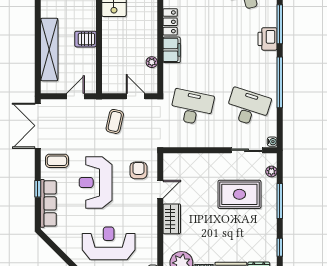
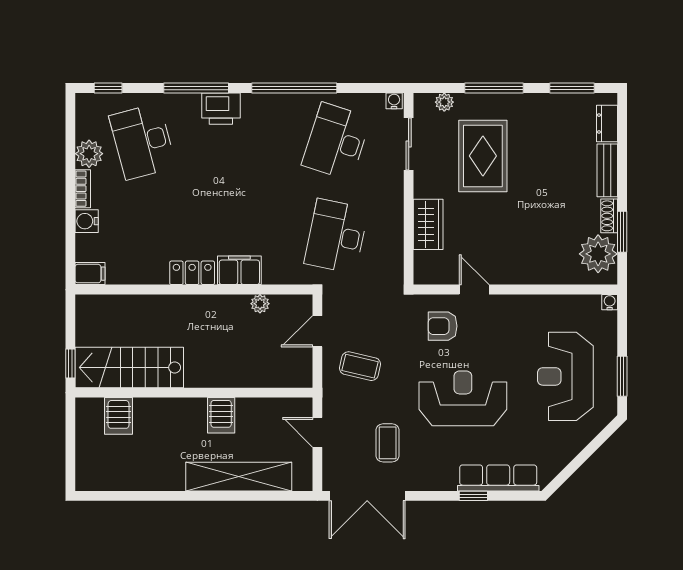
coffee table: (57, 161) -> (388, 443), moved
reception desk: (96, 182) -> (463, 398), turned 180
wardrobe: (172, 219) -> (428, 224), moved, turned 90
window: (280, 247) -> (572, 88), width x1.50

